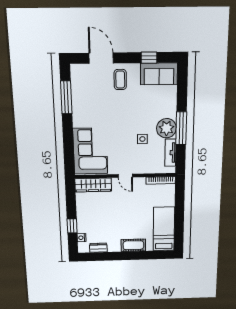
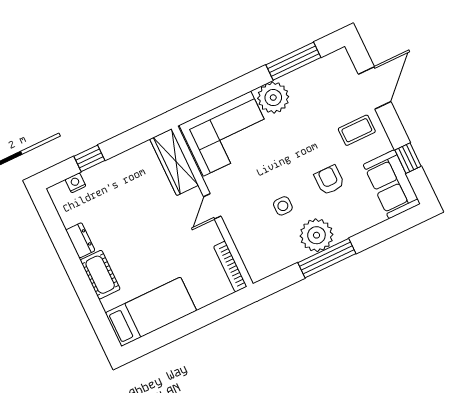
armchair: (140, 108) -> (329, 180), added
plant: (82, 118) -> (273, 98), added
tv unit: (170, 153) -> (281, 260), removed
dresser: (98, 248) -> (80, 240), moved

